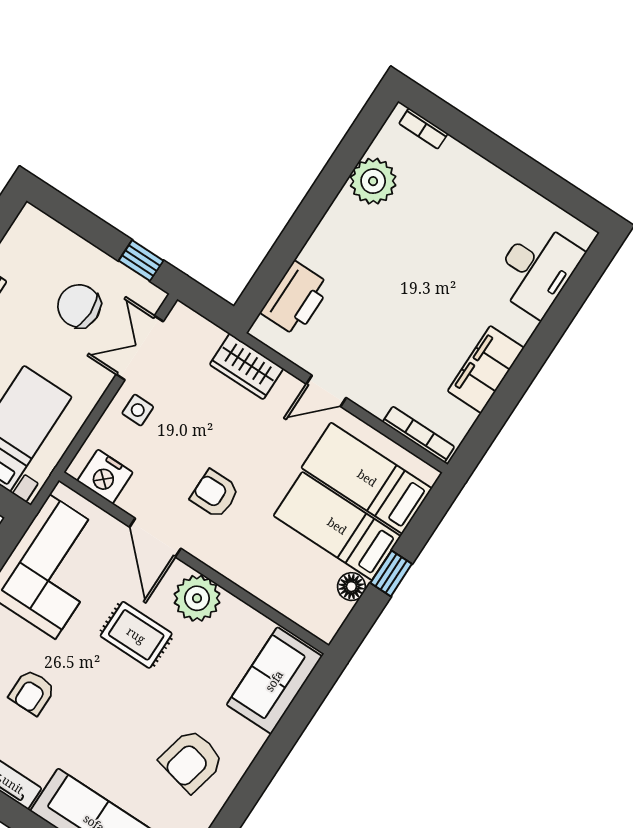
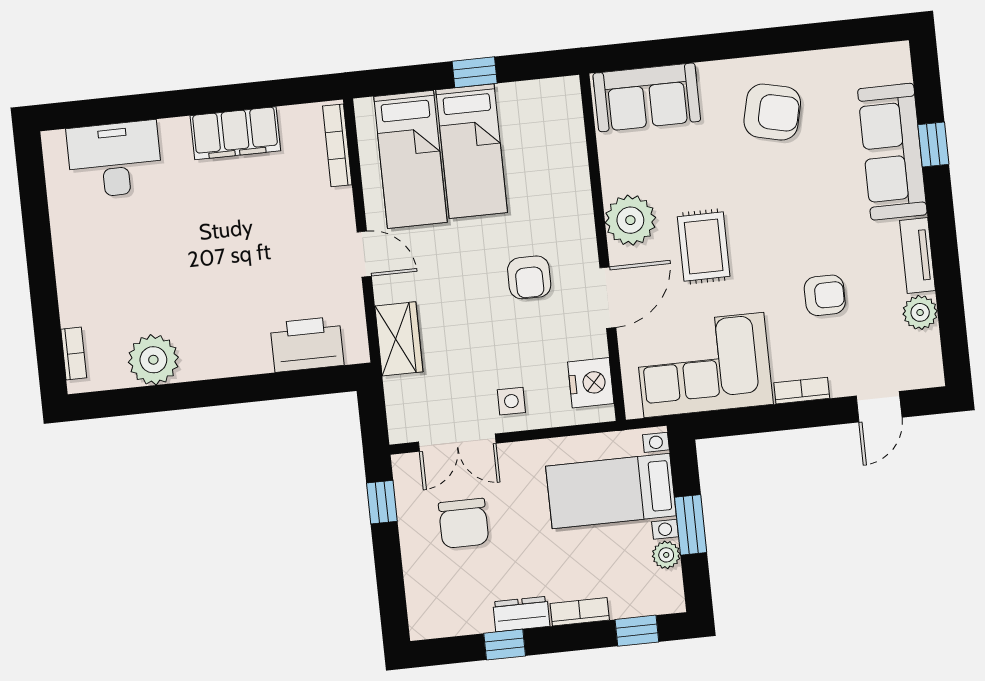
floor lamp: (351, 587) -> (513, 97), removed

